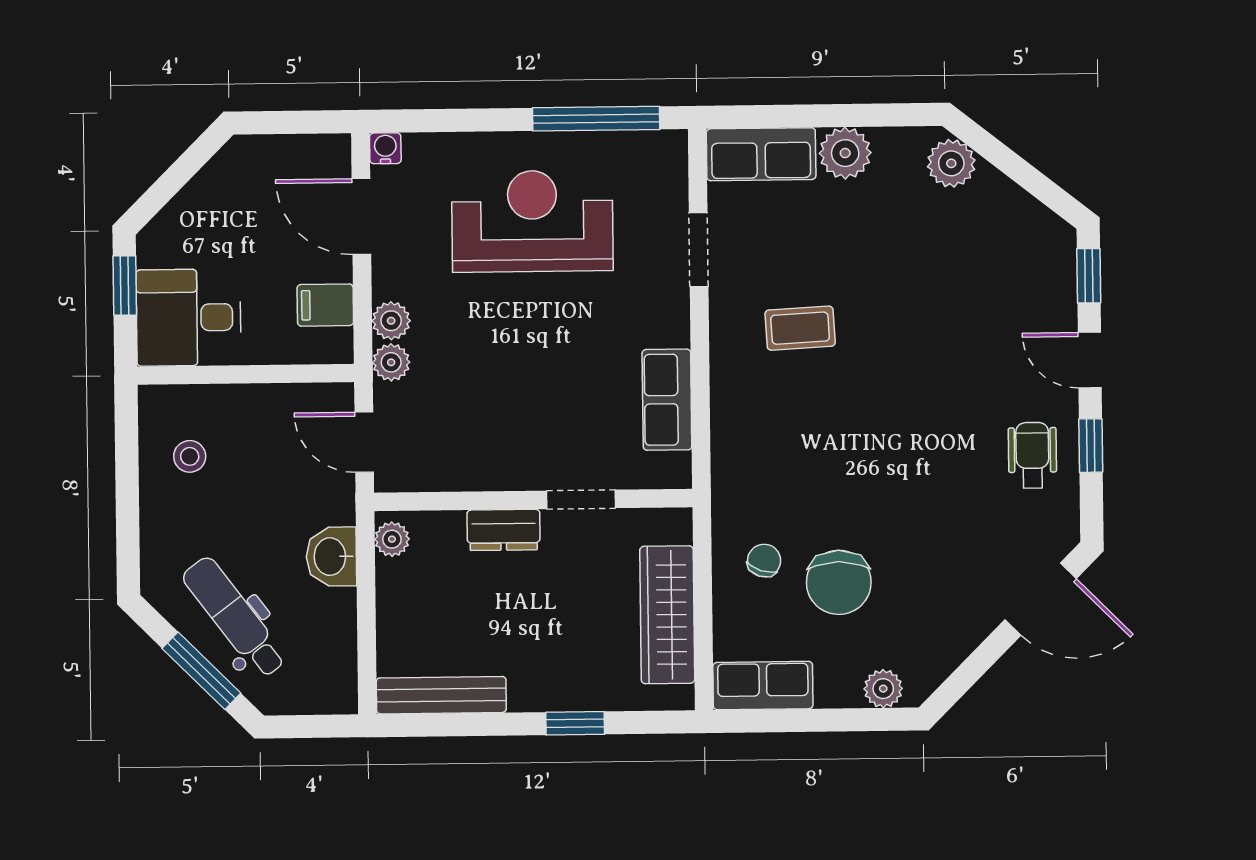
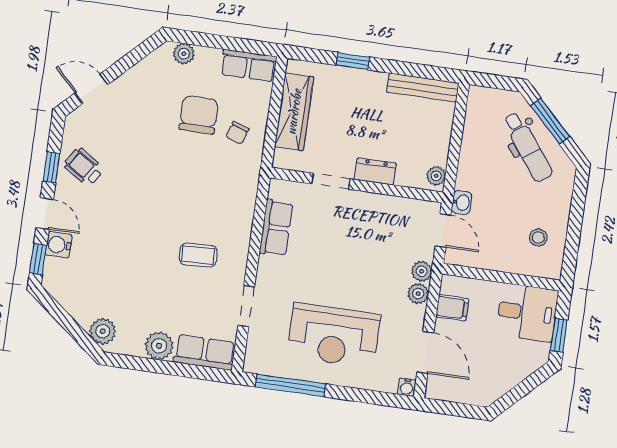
water cooler: (1056, 307) -> (59, 245), added
wheelchair: (1032, 455) -> (84, 167), turned 123
washbasin: (331, 557) -> (462, 202), moved, width x0.72, depth x0.69
door: (1041, 599) -> (91, 89), width x0.73

